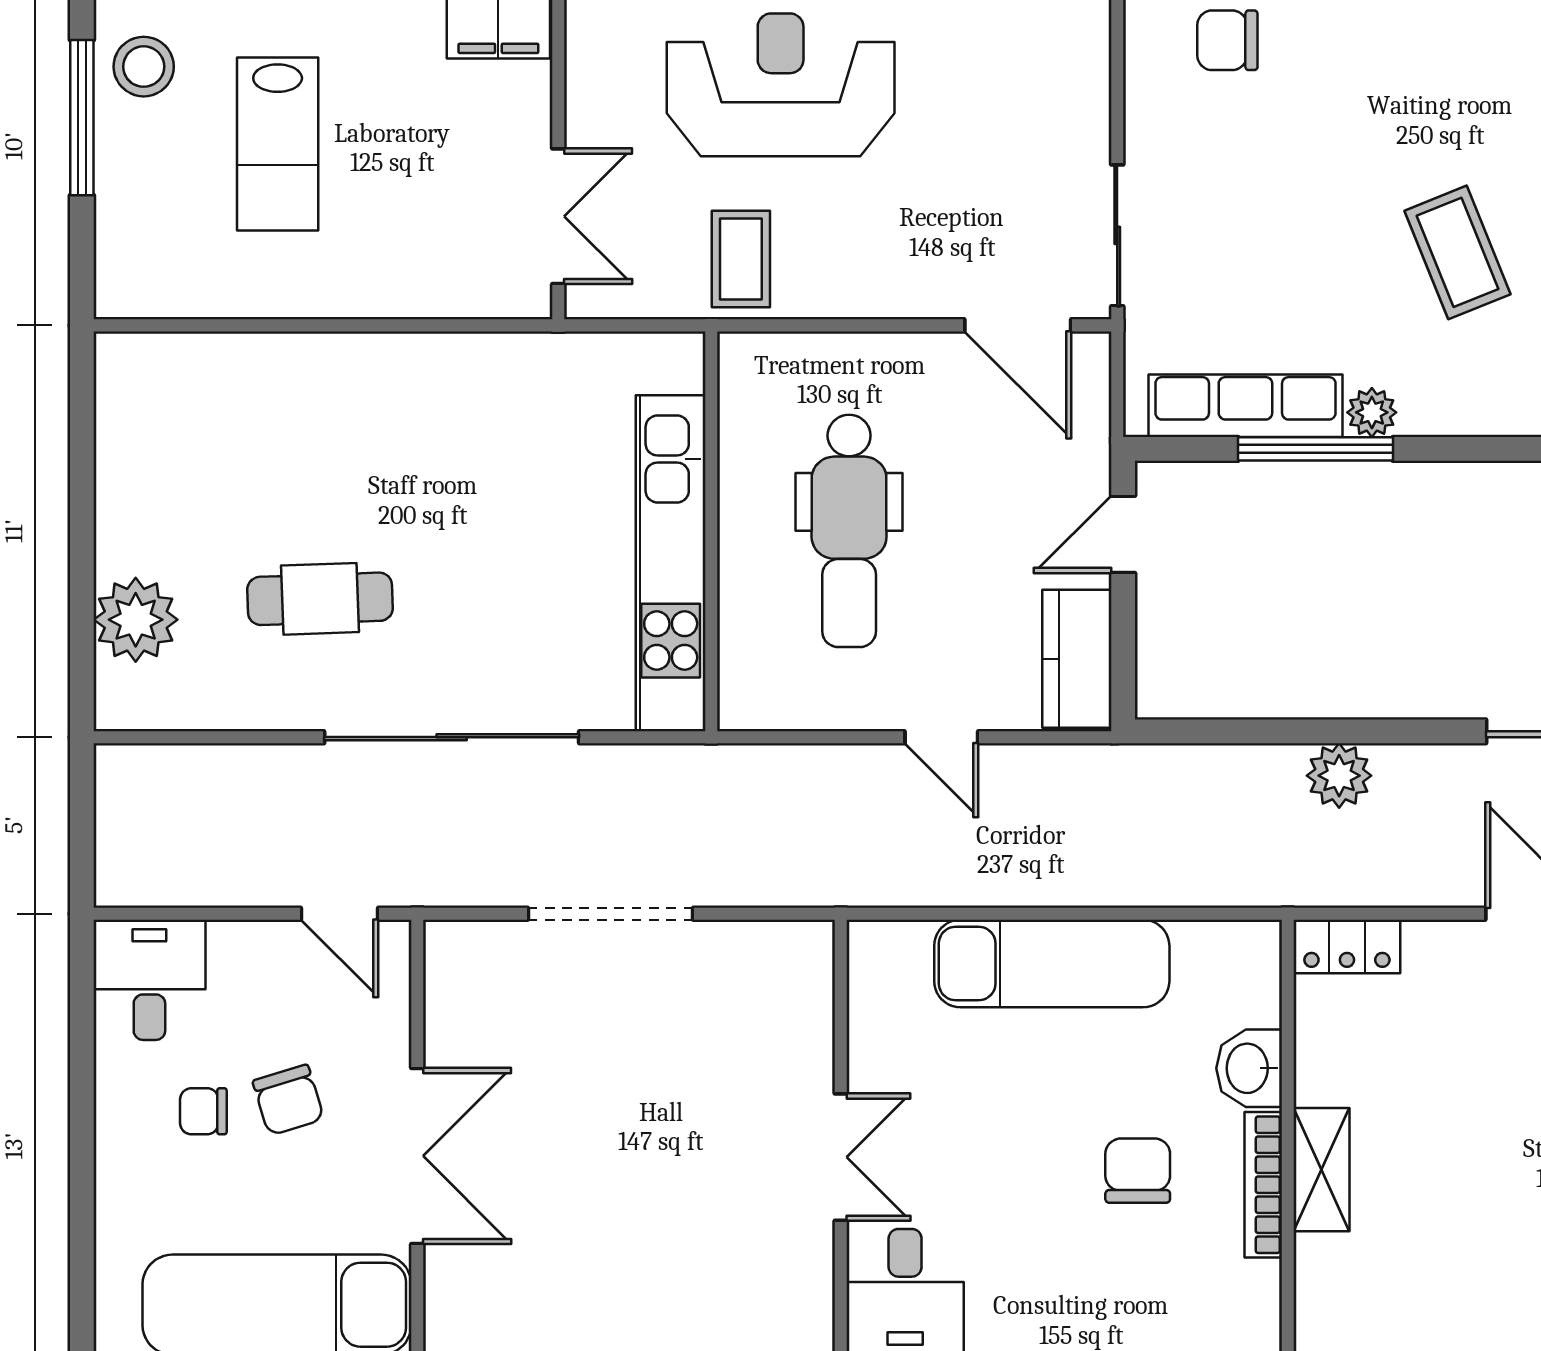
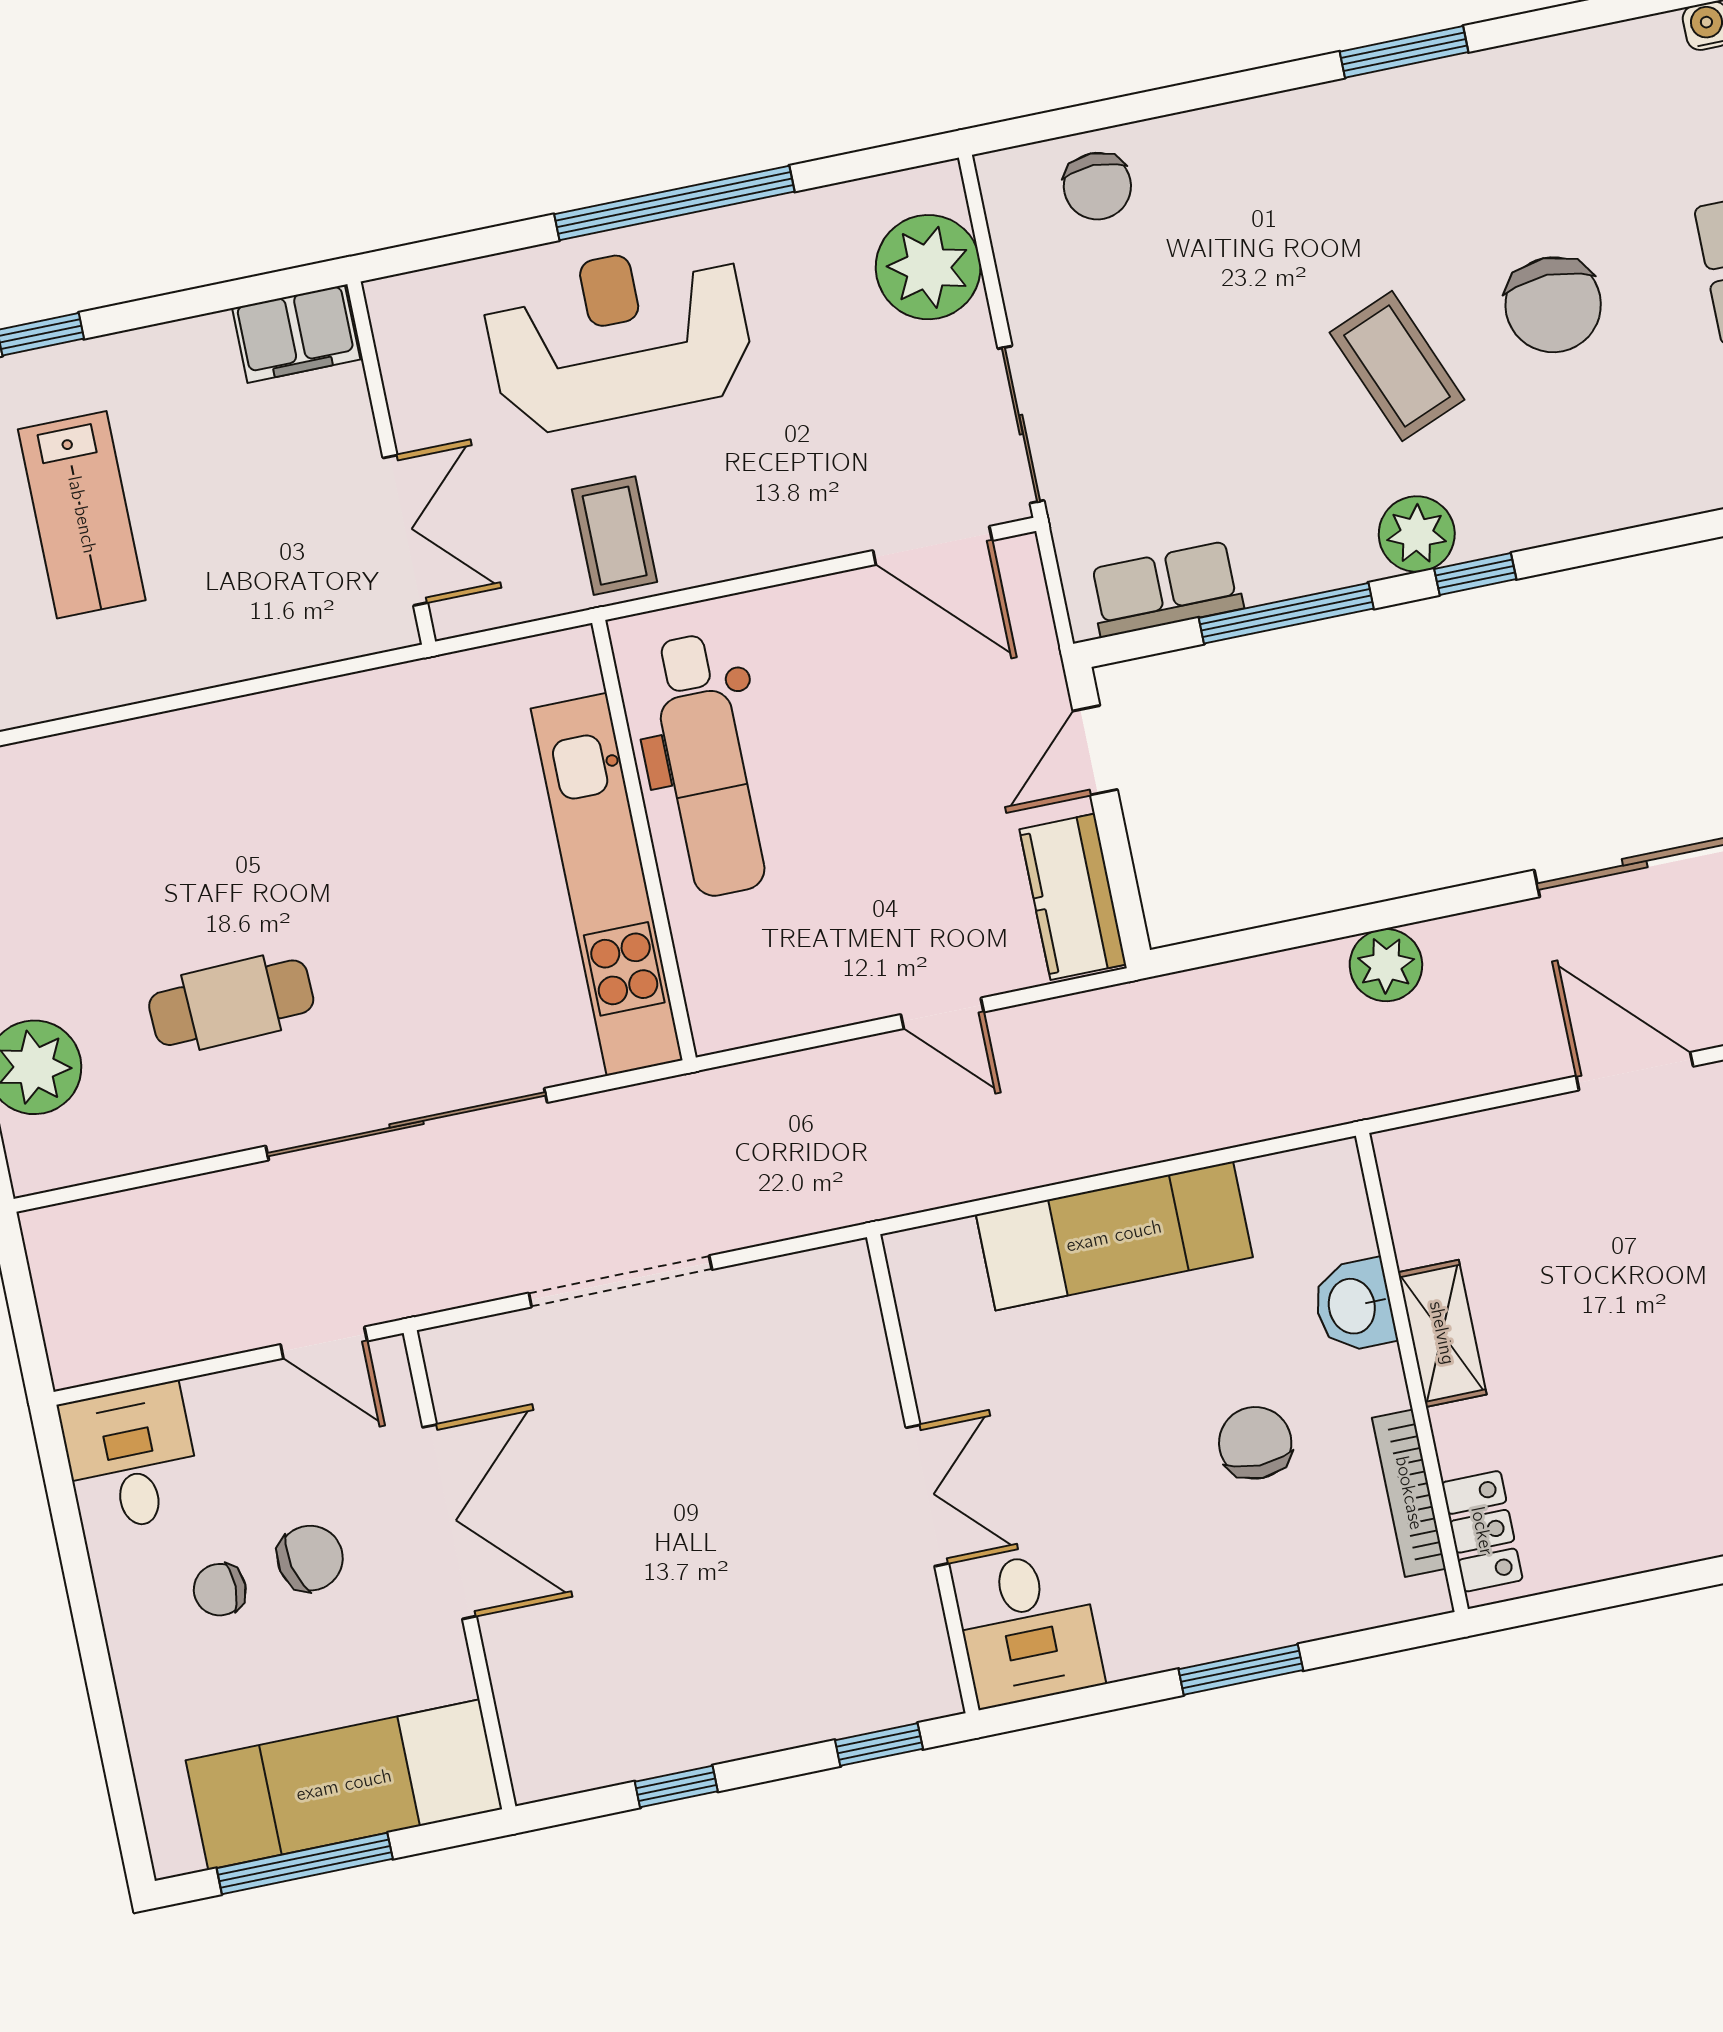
chair: (1227, 40) -> (1097, 186), turned -90
plant: (1065, 81) -> (928, 267), added
row of seats: (1245, 406) -> (1166, 589), width x0.68
plant: (1372, 412) -> (1417, 534), moved, width x1.38, depth x1.38
window: (1488, 449) -> (1475, 574), added
dental chair: (849, 531) -> (707, 765), moved
locker: (1347, 946) -> (1482, 1531), moved, turned -90
chair: (288, 1100) -> (310, 1558), turned -85
double door: (417, 1156) -> (450, 1522), moved
shelving: (1322, 1170) -> (1442, 1333), moved
bookcase: (1263, 1185) -> (1409, 1493), moved

